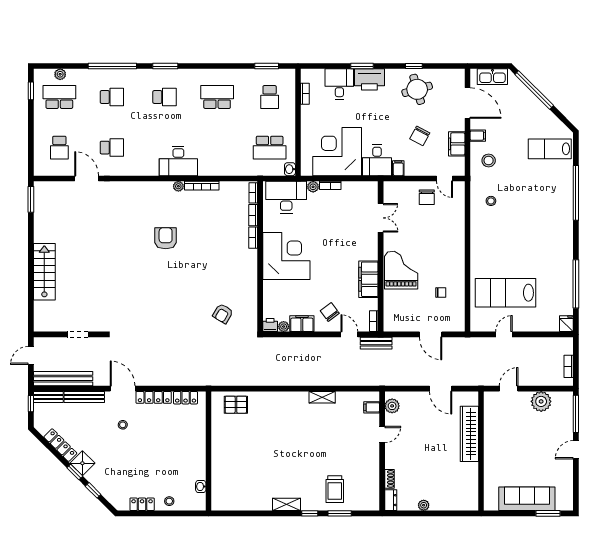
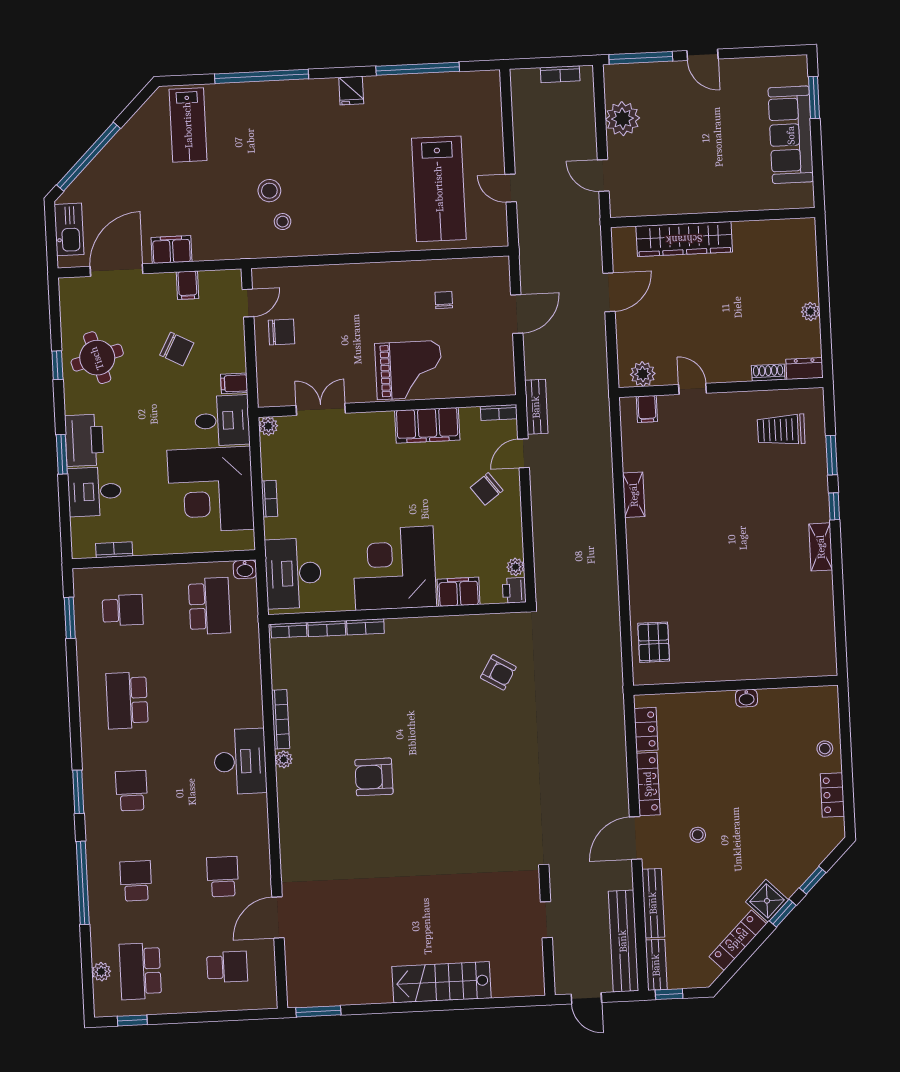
filing cabinet: (478, 136) -> (171, 250), width x2.00
filing cabinet: (457, 144) -> (187, 285), width x0.50
stool: (489, 161) -> (269, 191), moved
plant: (313, 187) -> (268, 426), moved
grand piano: (401, 270) -> (409, 370), turned 180
filing cabinet: (302, 324) -> (459, 592), moved, turned 90
fridge: (566, 324) -> (351, 91), moved, turned -90
washbasin: (201, 486) -> (746, 698), moved
trolley: (335, 489) -> (781, 430), moved, turned 180

